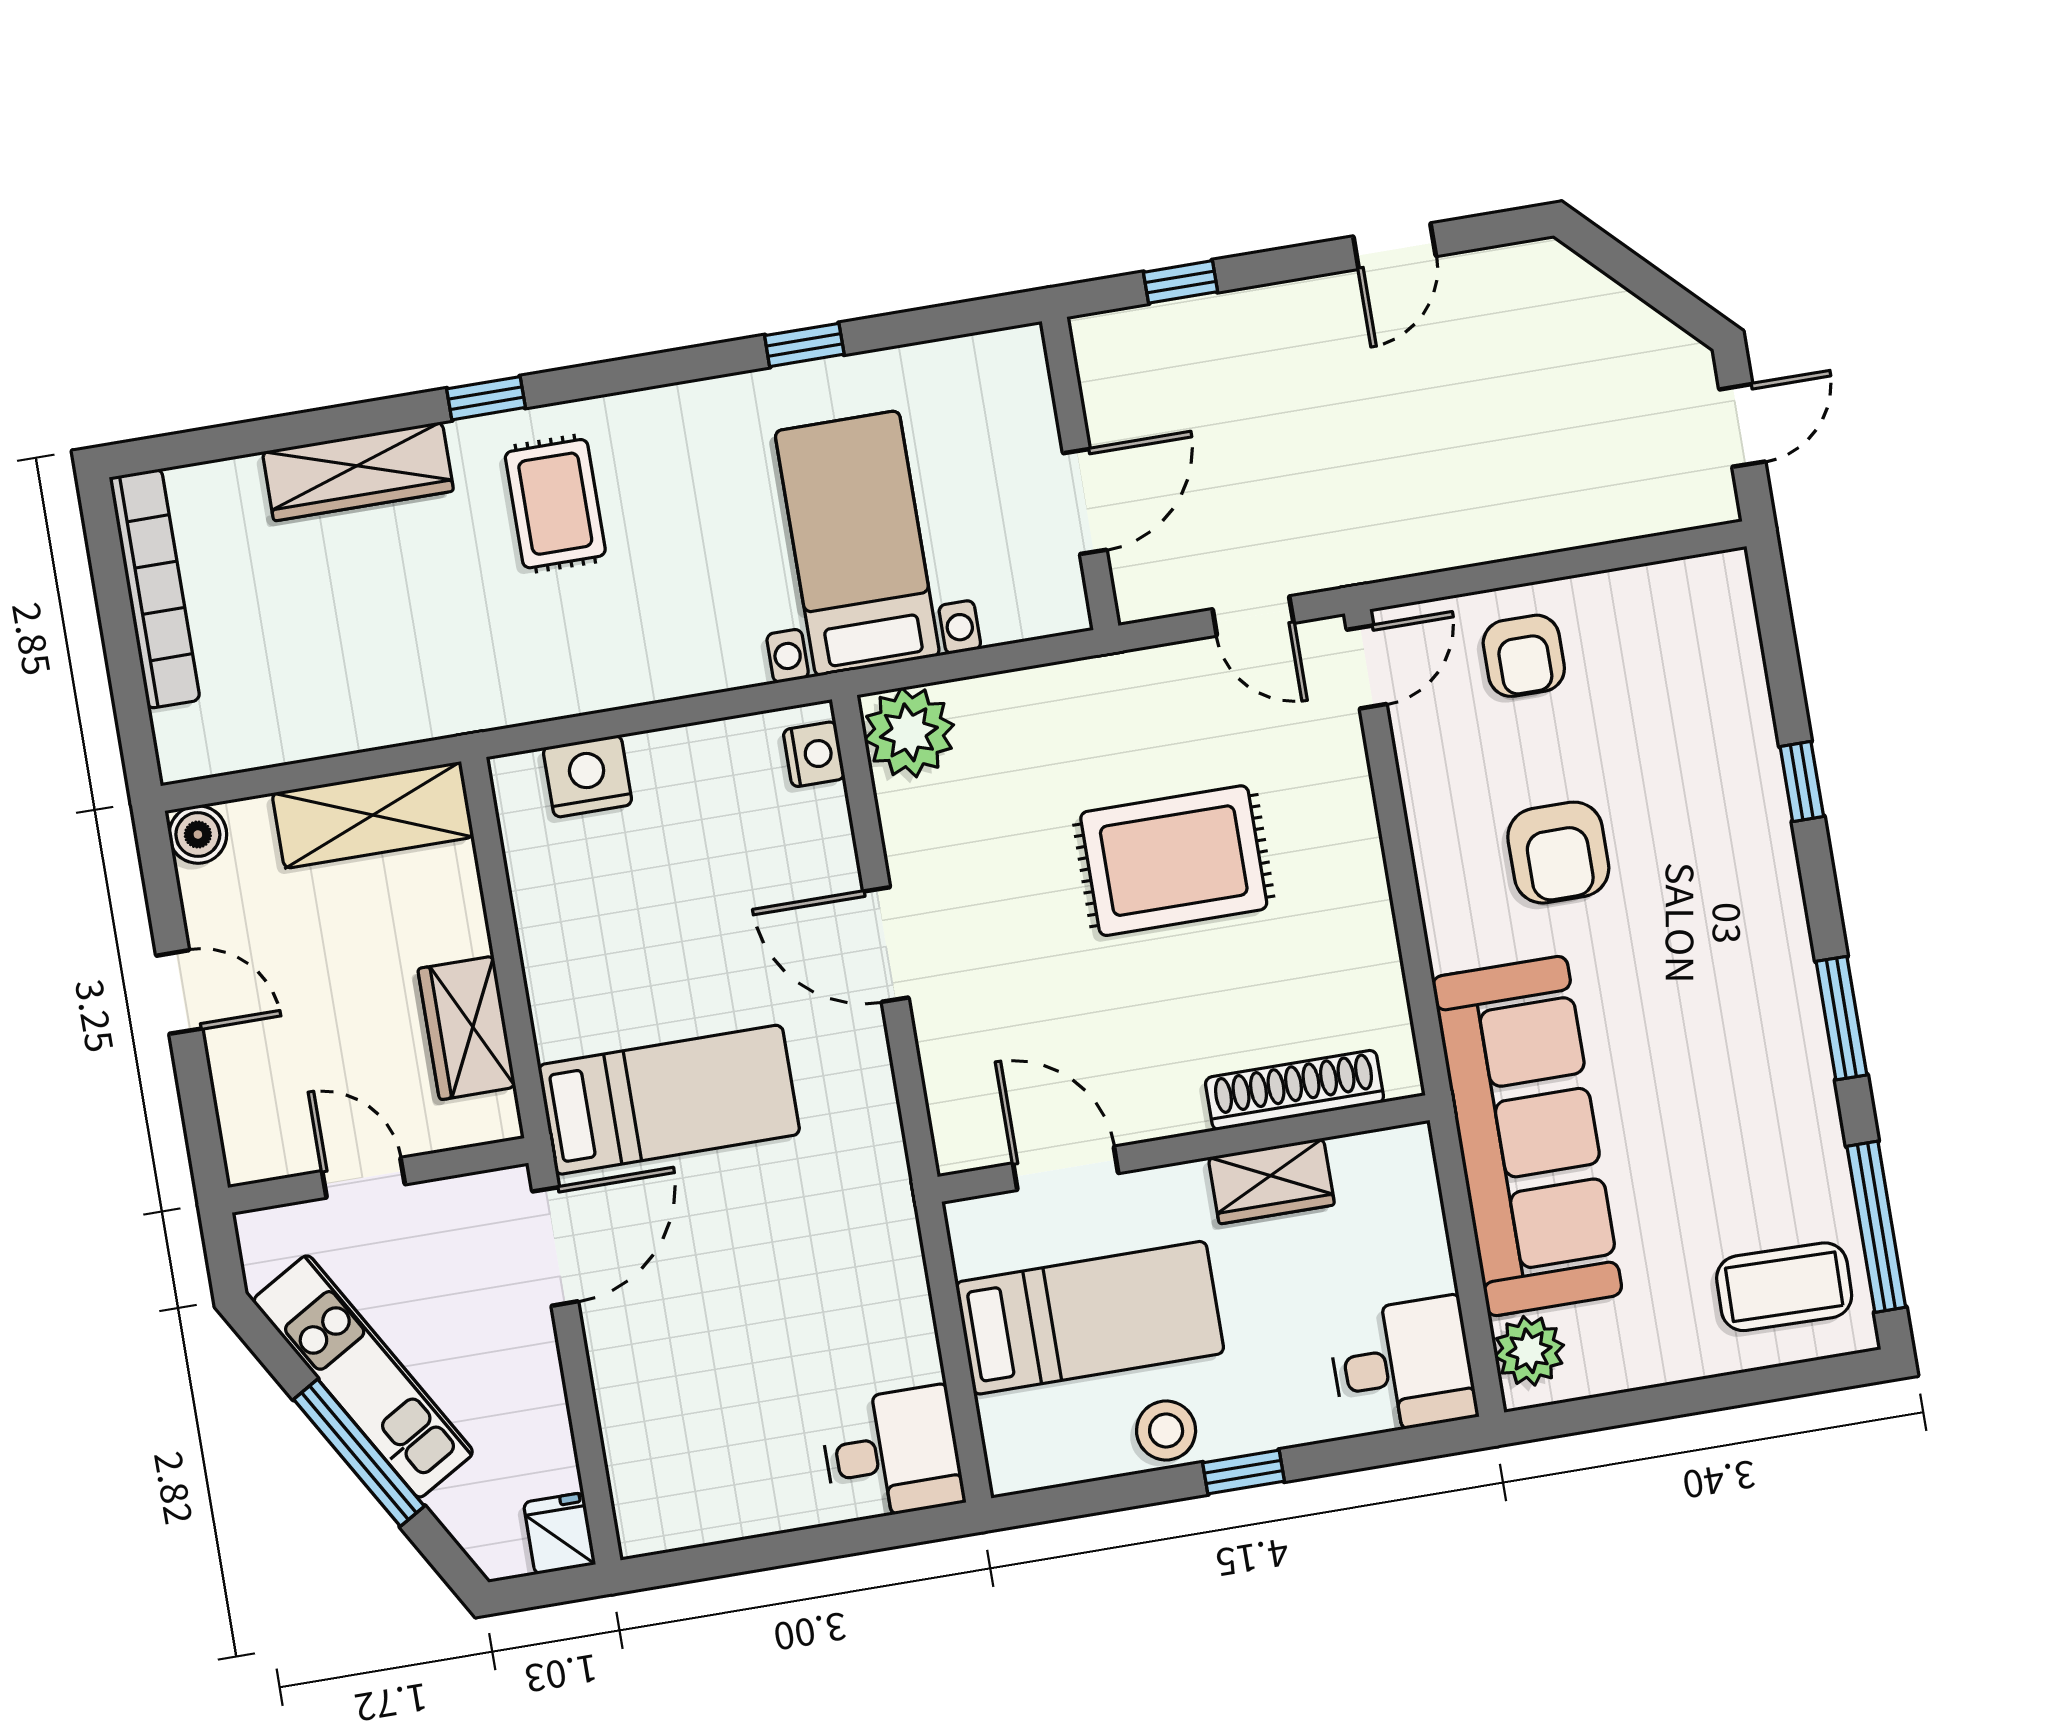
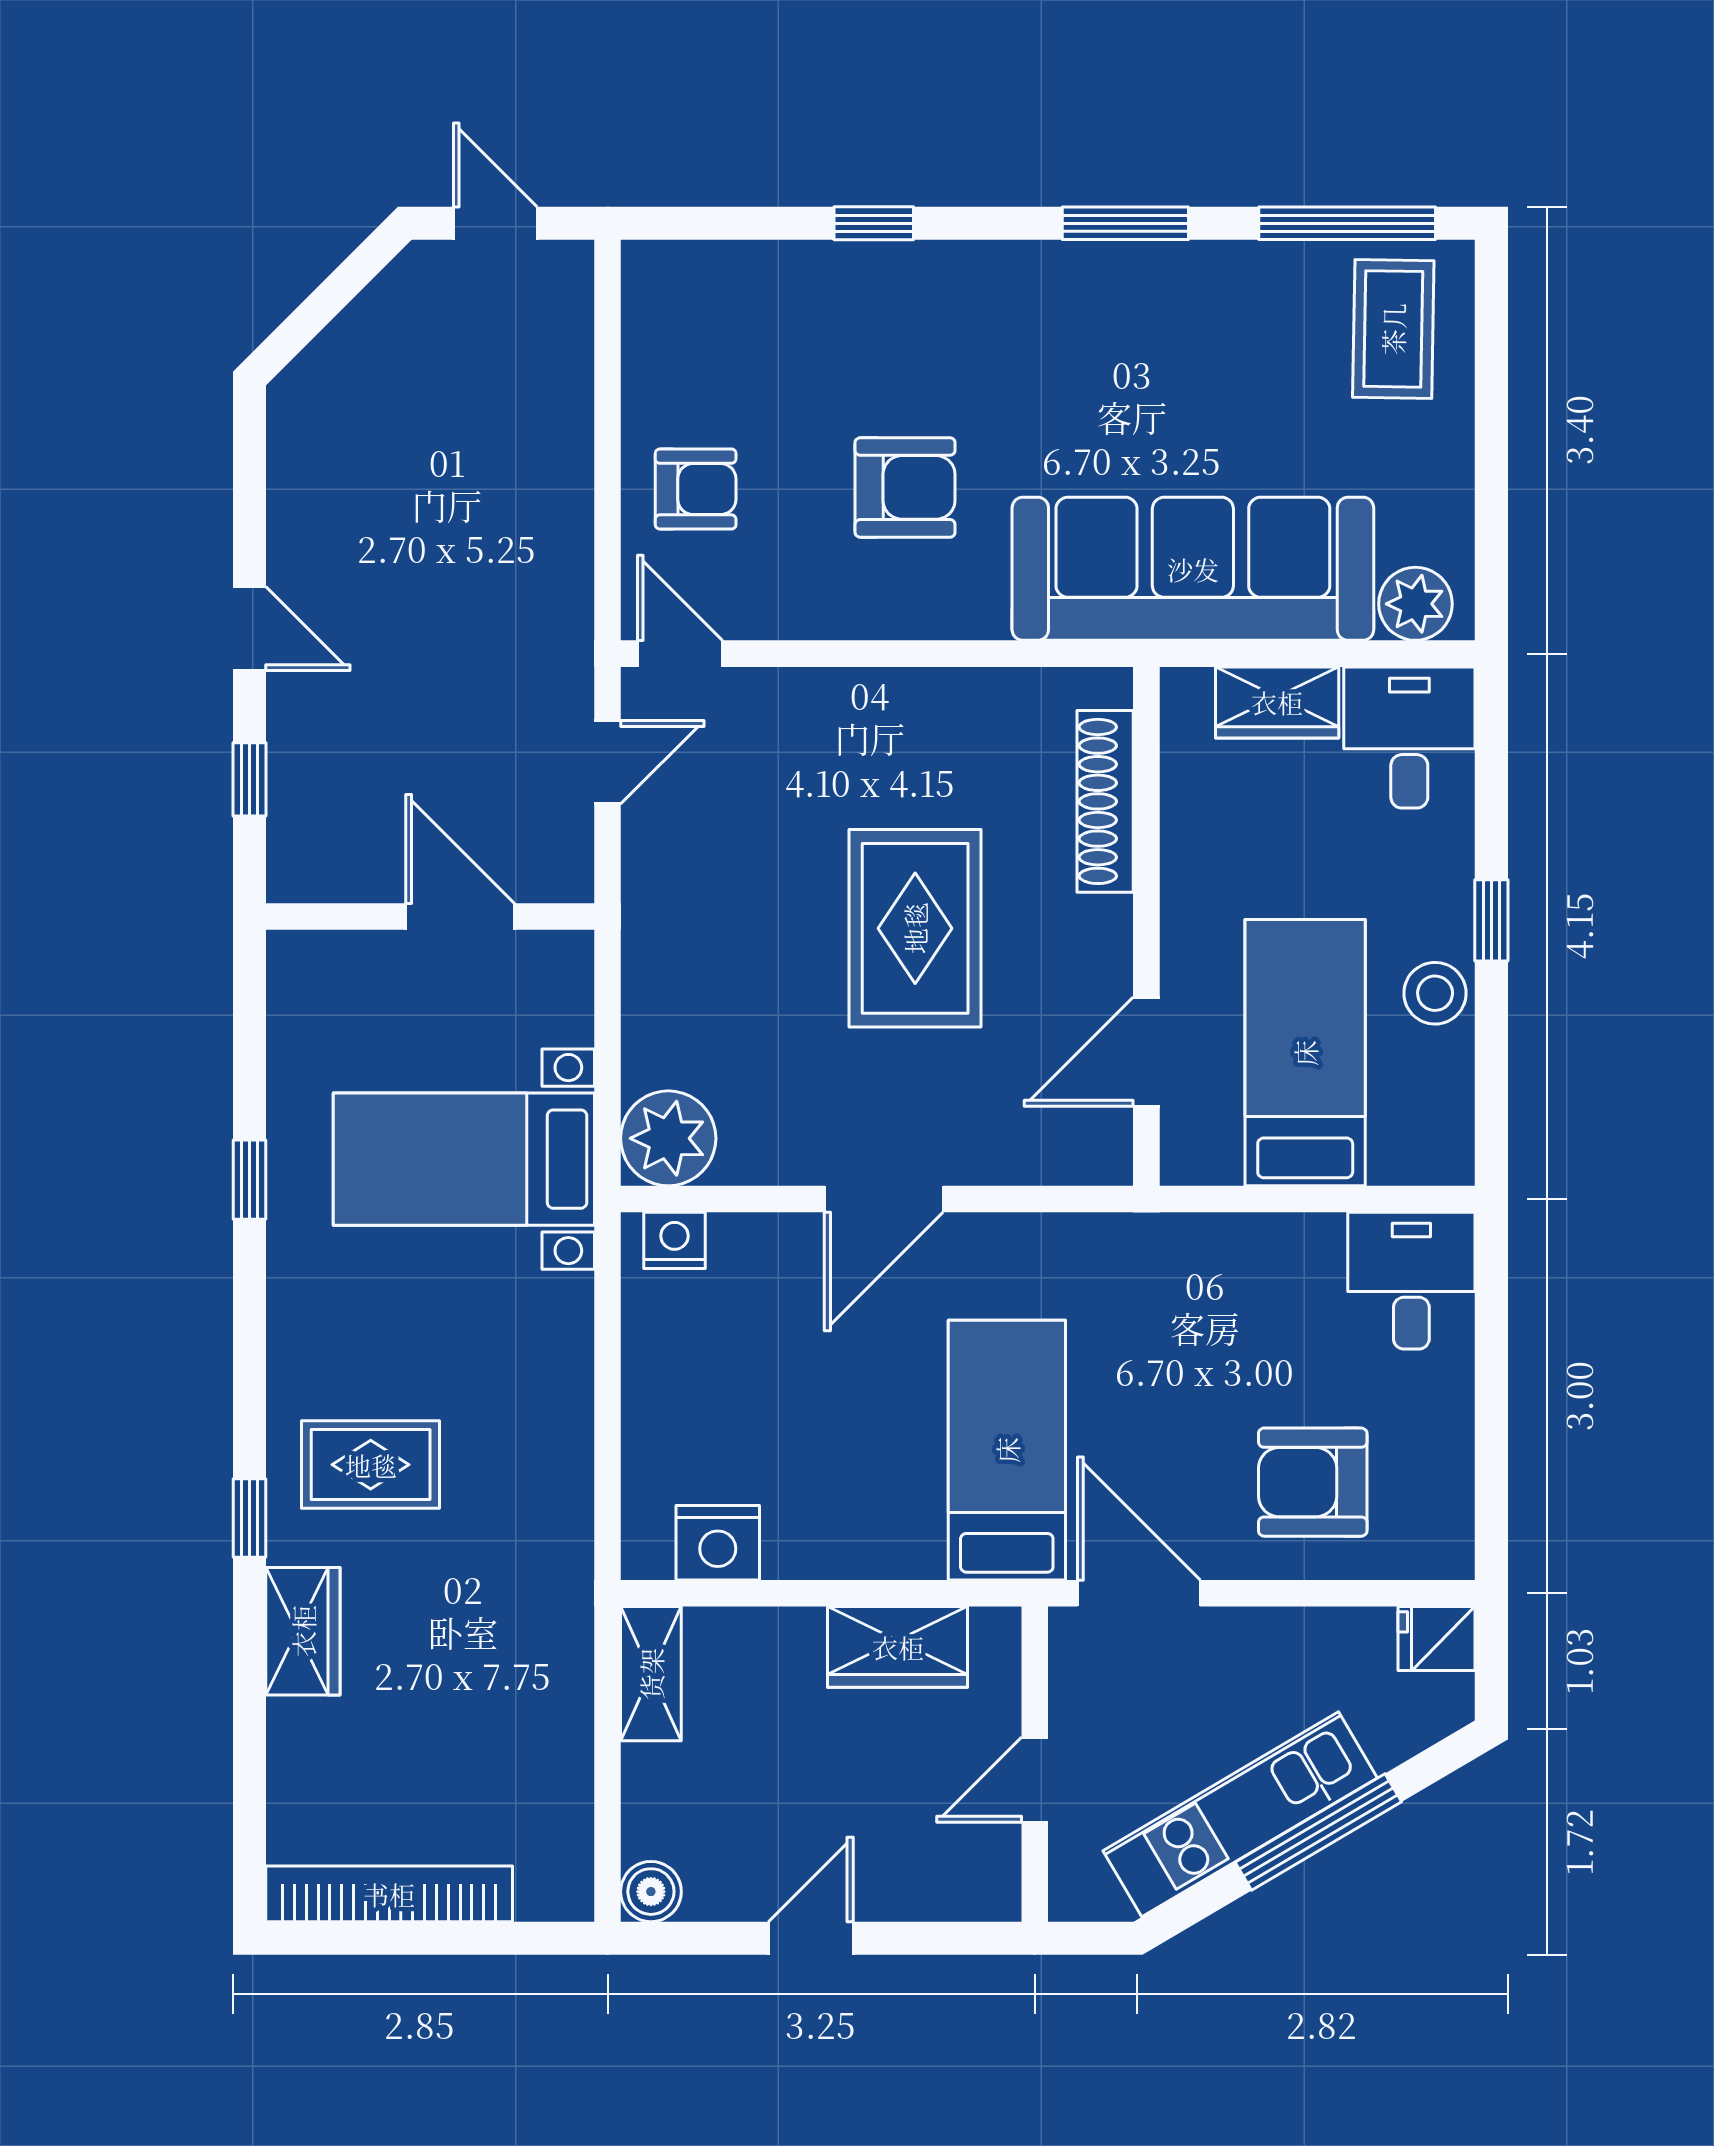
door: (1395, 246) -> (249, 629), moved
wardrobe: (358, 471) -> (303, 1631), width x0.67
nightstand: (588, 776) -> (718, 1543), moved, turned -90
shelving: (373, 815) -> (651, 1674), width x0.67, depth x0.75
rug: (1174, 861) -> (915, 928), moved
wardrobe: (1271, 1181) -> (1277, 702), moved, turned 90
armchair: (687, 1392) -> (1313, 1482), added

